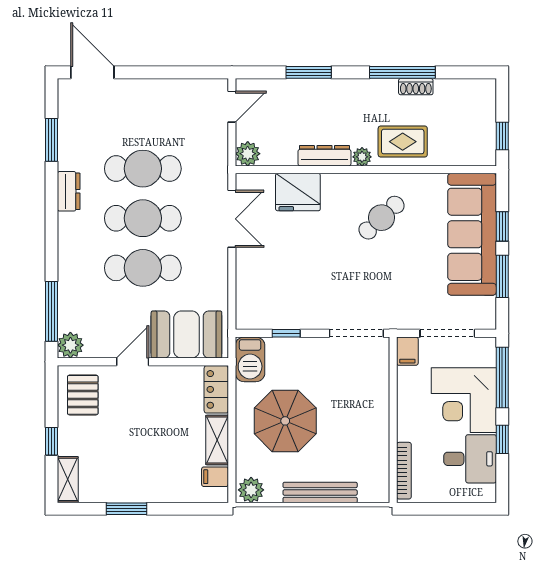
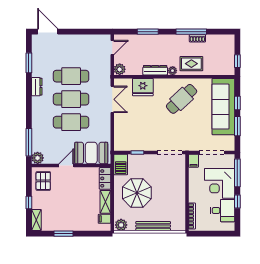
cafe table: (382, 218) -> (182, 99), width x1.37, depth x1.35

